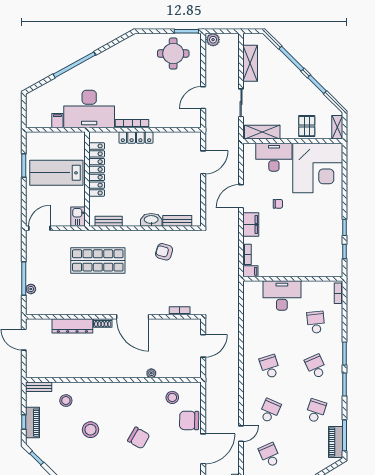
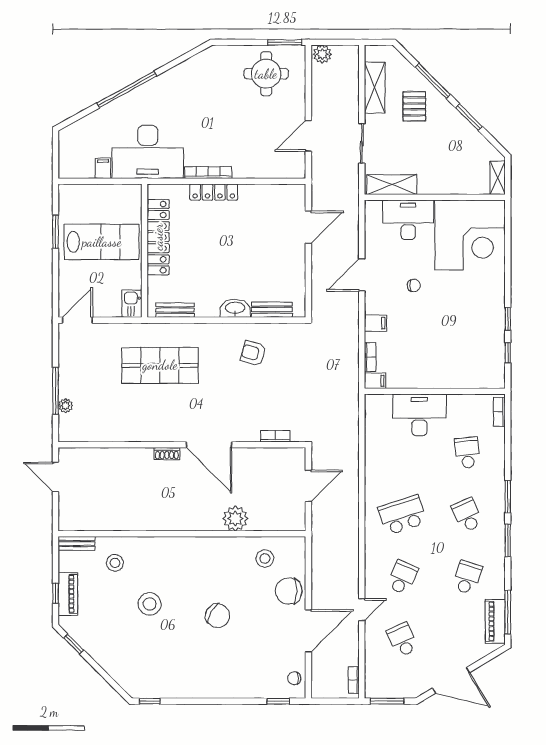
pallet: (307, 126) -> (414, 106), moved
lab bench: (56, 173) -> (102, 242), turned 180
filing cabinet: (251, 225) -> (376, 323), width x0.50
dresser: (72, 326) -> (124, 458), removed
school desk: (270, 367) -> (402, 515), width x1.85
plant: (151, 373) -> (235, 519), width x1.87, depth x1.87

